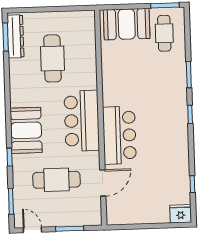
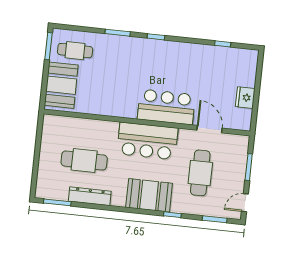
dresser: (15, 36) -> (90, 196), moved
fridge: (181, 214) -> (245, 98), moved

